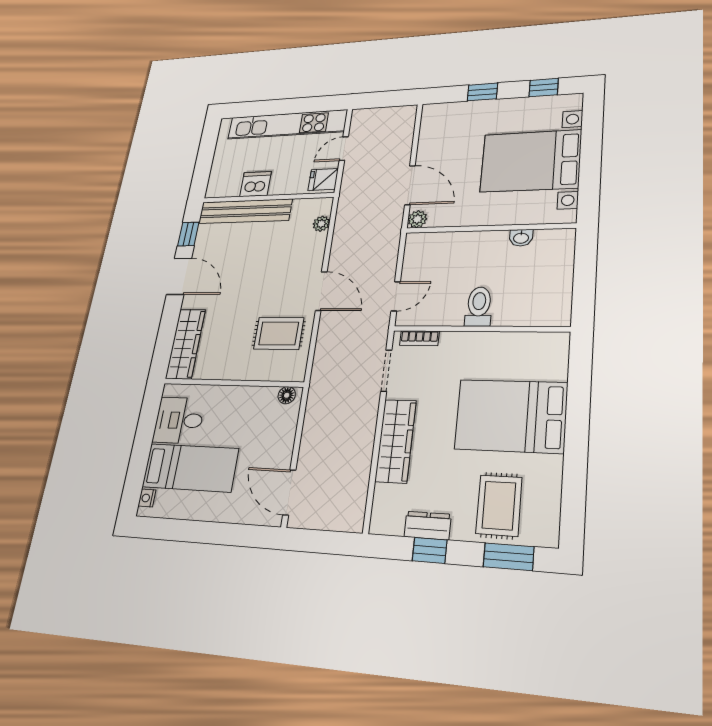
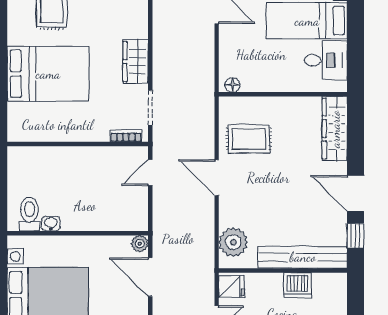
plant: (321, 224) -> (233, 242), width x1.88, depth x1.88
toilet: (479, 307) -> (30, 214), moved, turned 180
wardrobe: (396, 441) -> (136, 62), width x0.67

